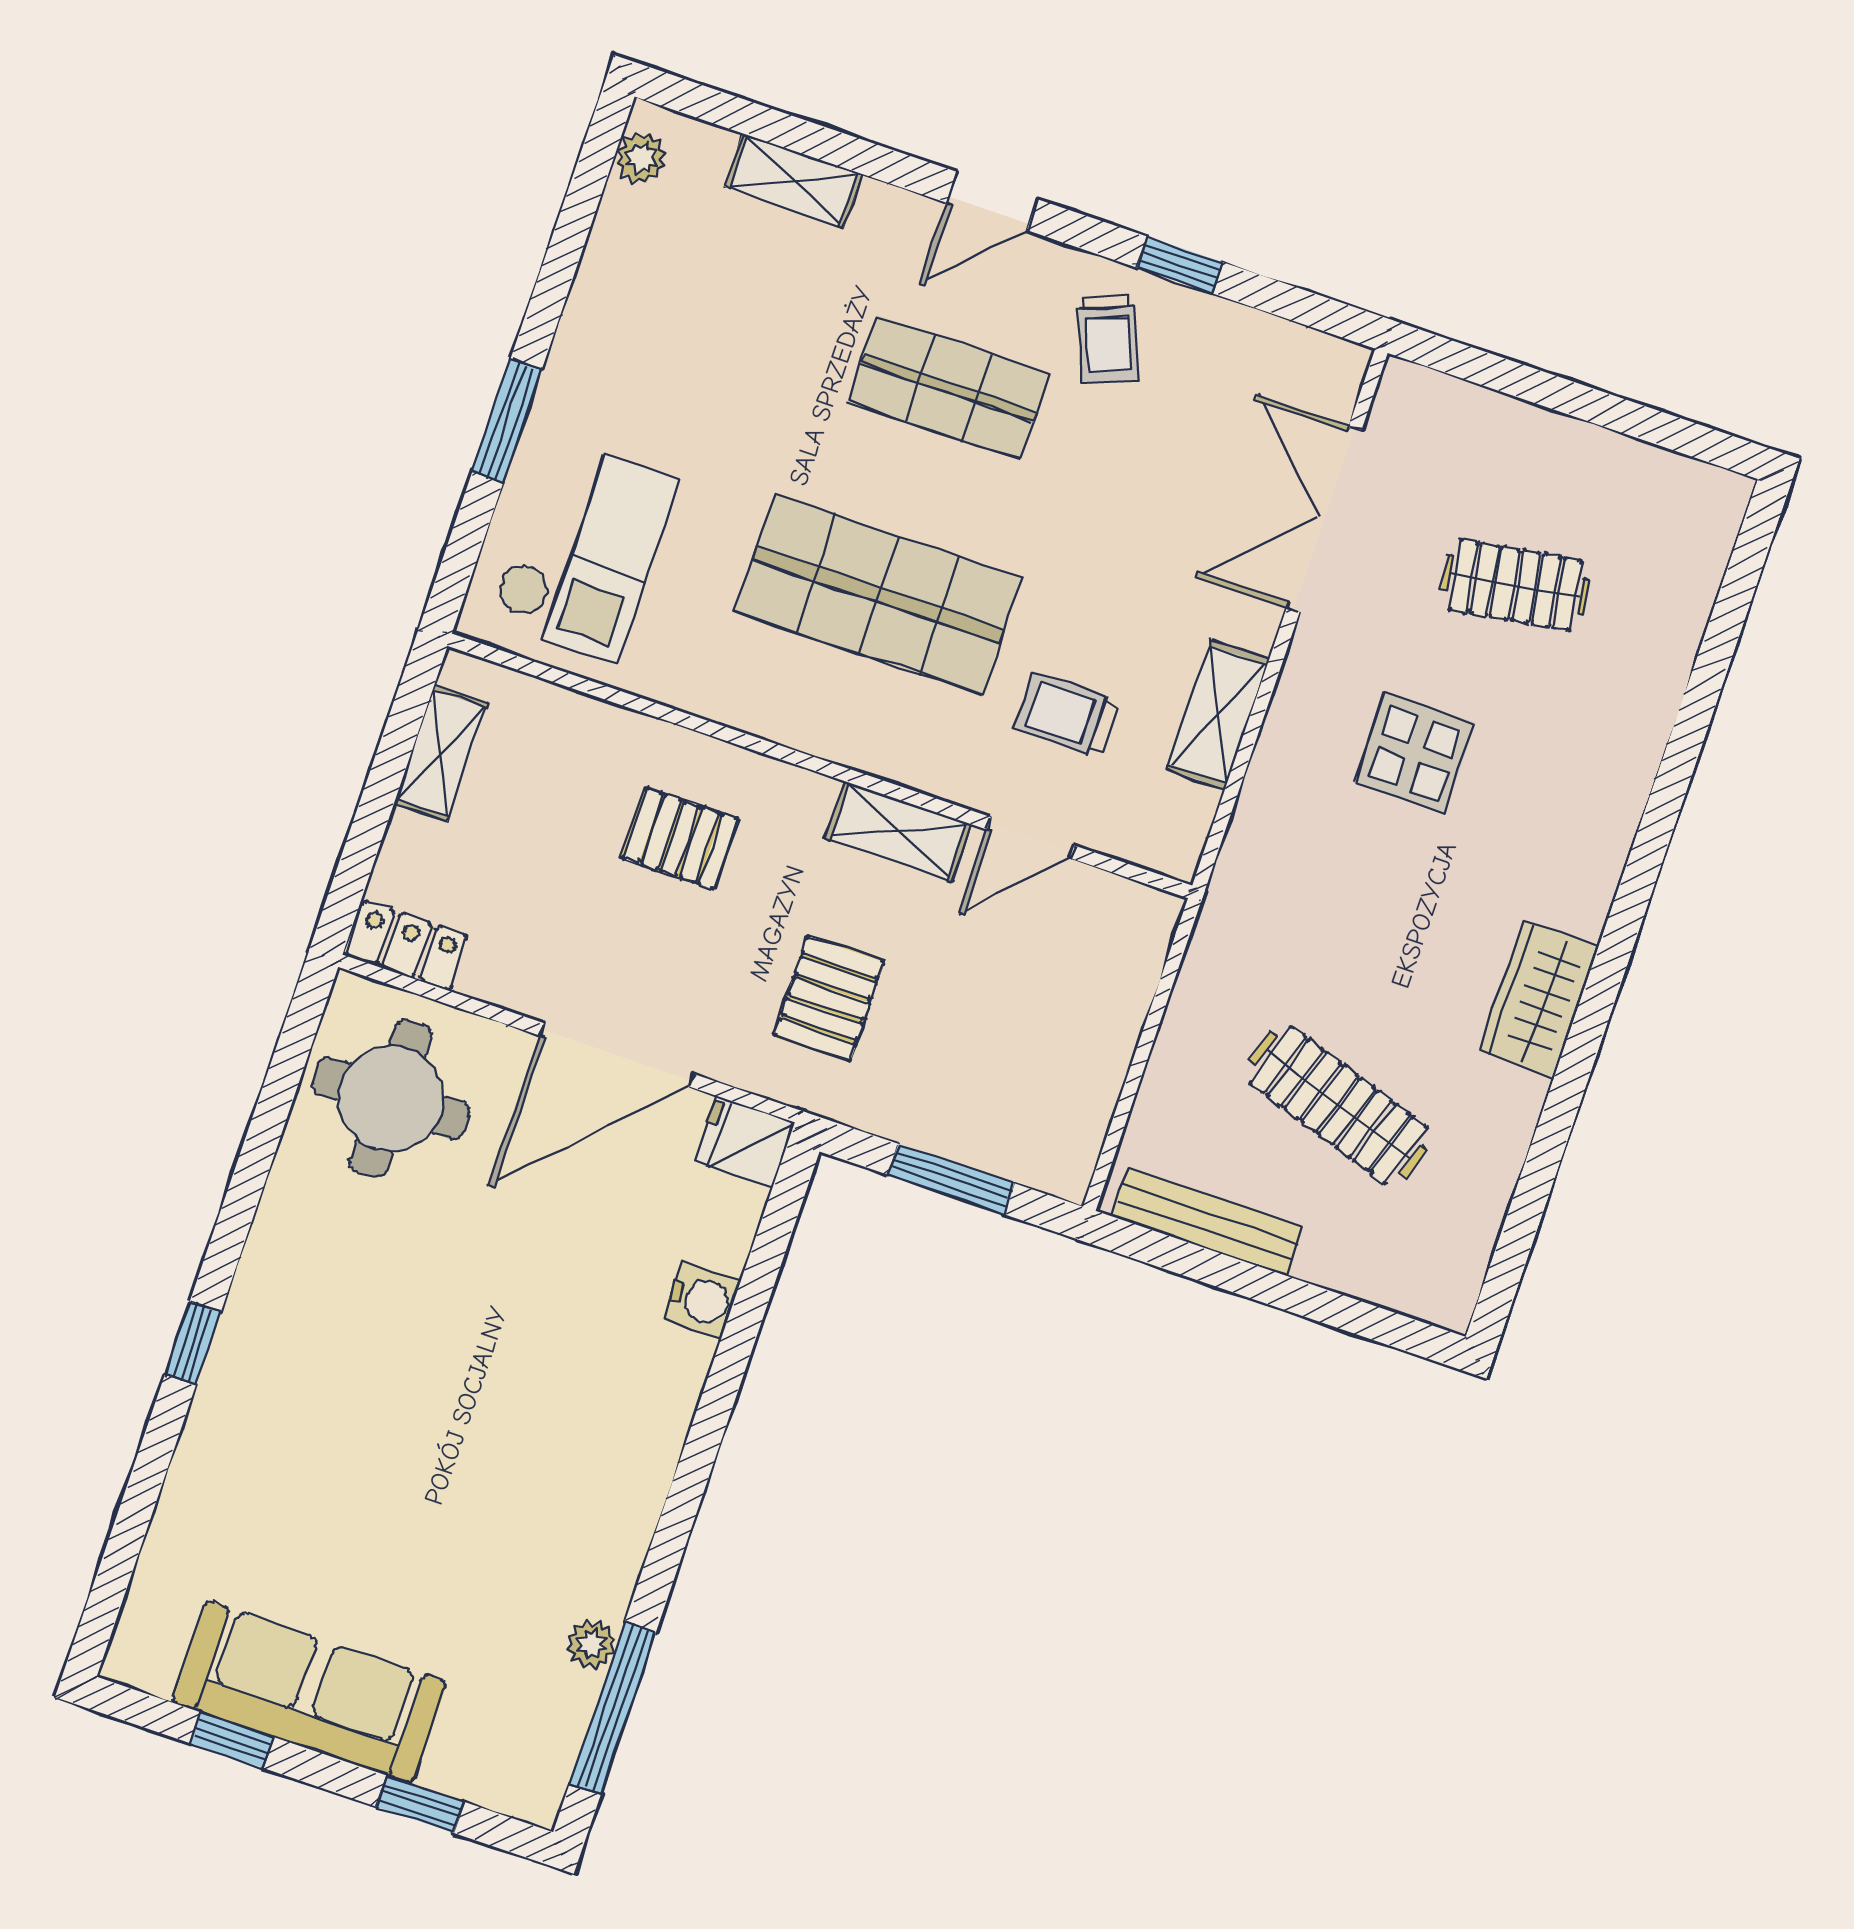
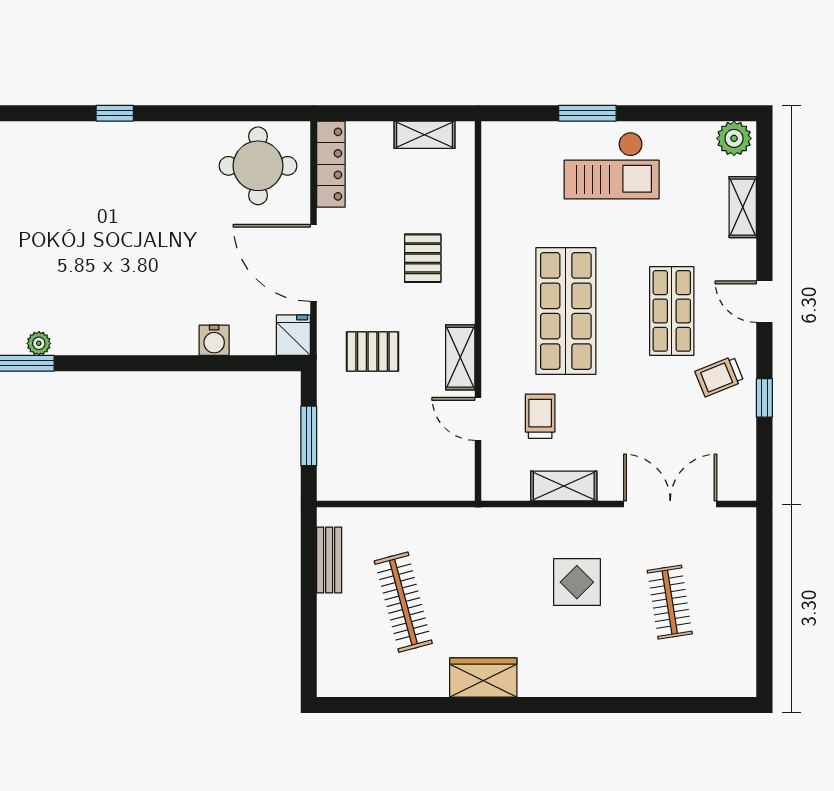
plant: (641, 158) -> (734, 138), width x1.38, depth x1.38
checkout: (584, 550) -> (612, 165), moved
locker: (407, 945) -> (331, 164), width x1.53
clothes rail: (1338, 1105) -> (403, 602), turned -33
bench: (1207, 1222) -> (329, 560), width x0.73

